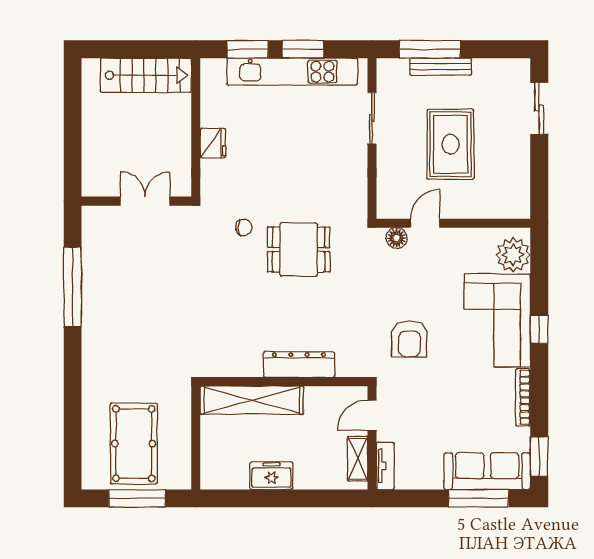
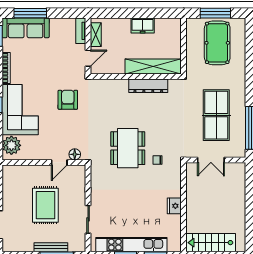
wall: (136, 201) -> (216, 160), moved
double door: (145, 201) -> (211, 160), moved
dining table: (299, 249) -> (128, 148), width x1.37
table tennis table: (136, 310) -> (216, 115), added
dresser: (299, 365) -> (148, 86), moved

